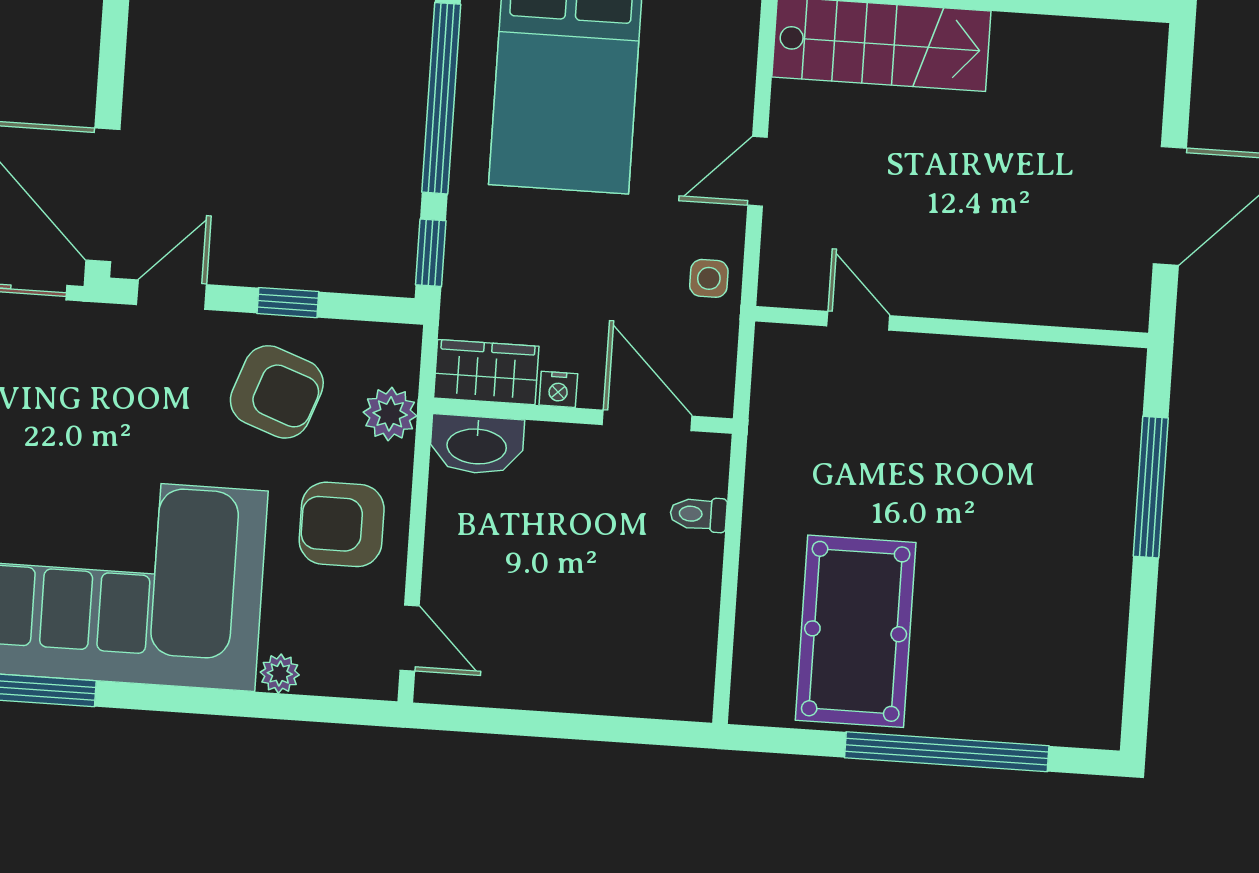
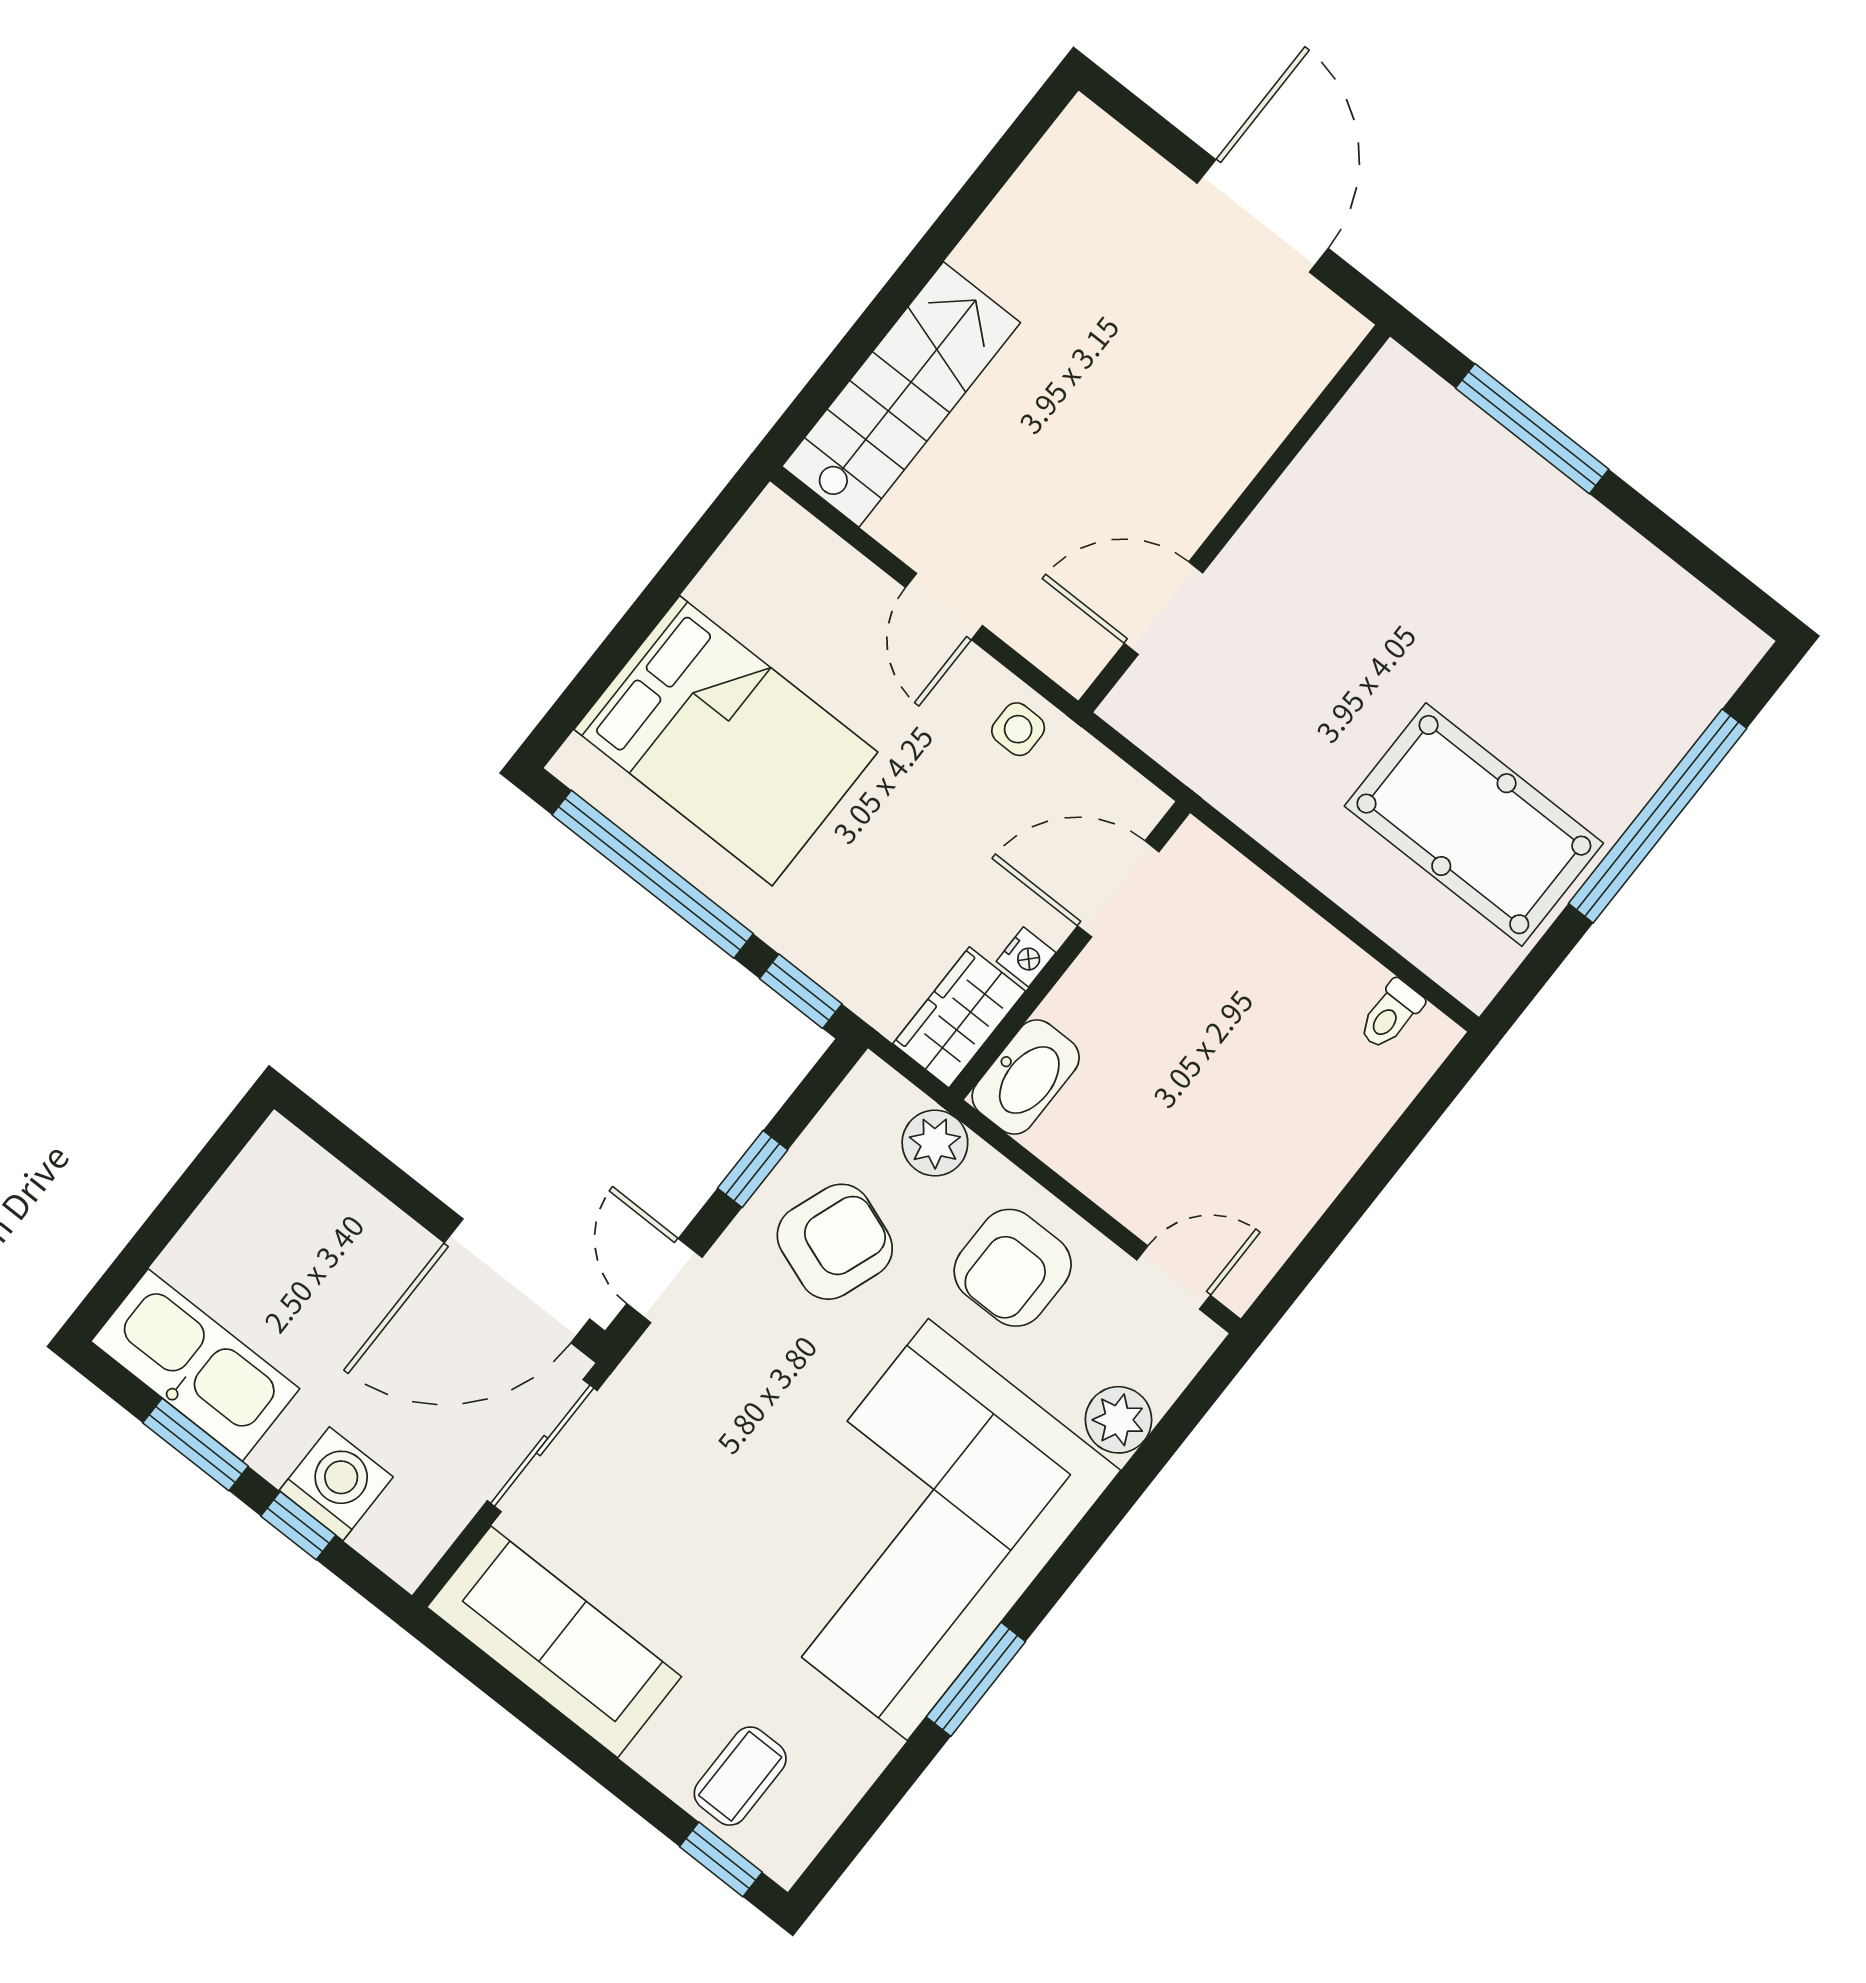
door: (858, 321) -> (1163, 608), width x1.38
toilet: (698, 514) -> (1391, 1015), moved
plant: (280, 674) -> (1118, 1420), width x1.38, depth x1.38

